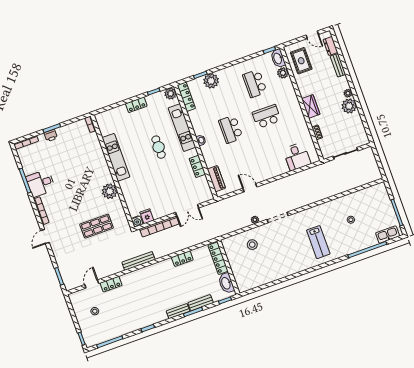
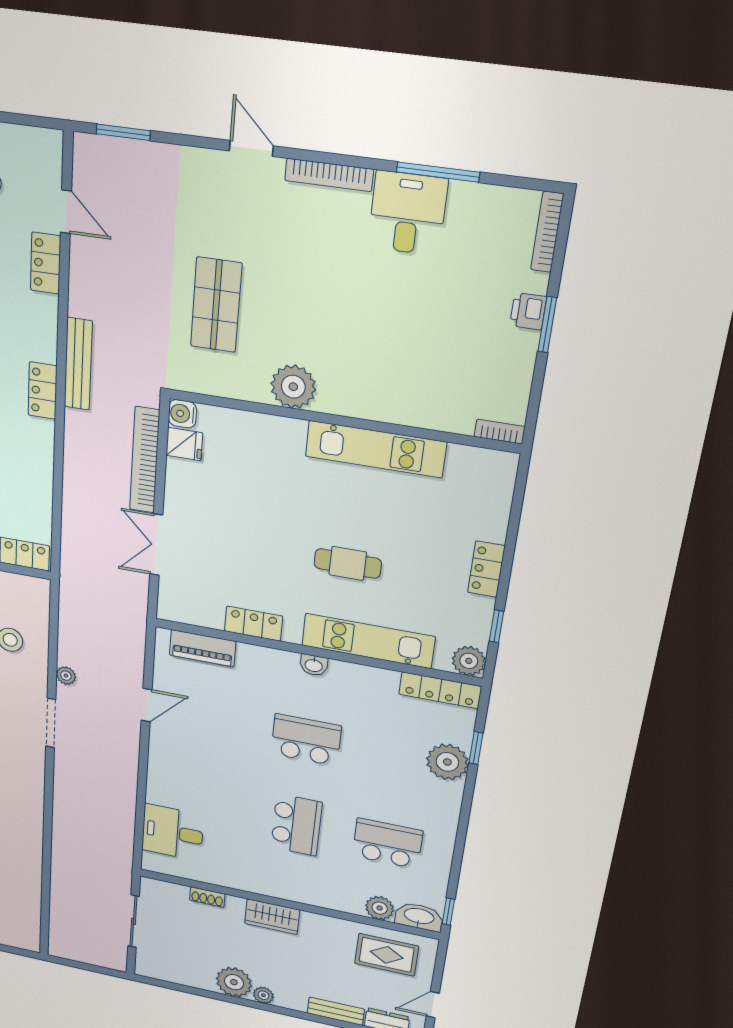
locker: (182, 259) -> (43, 391), moved

